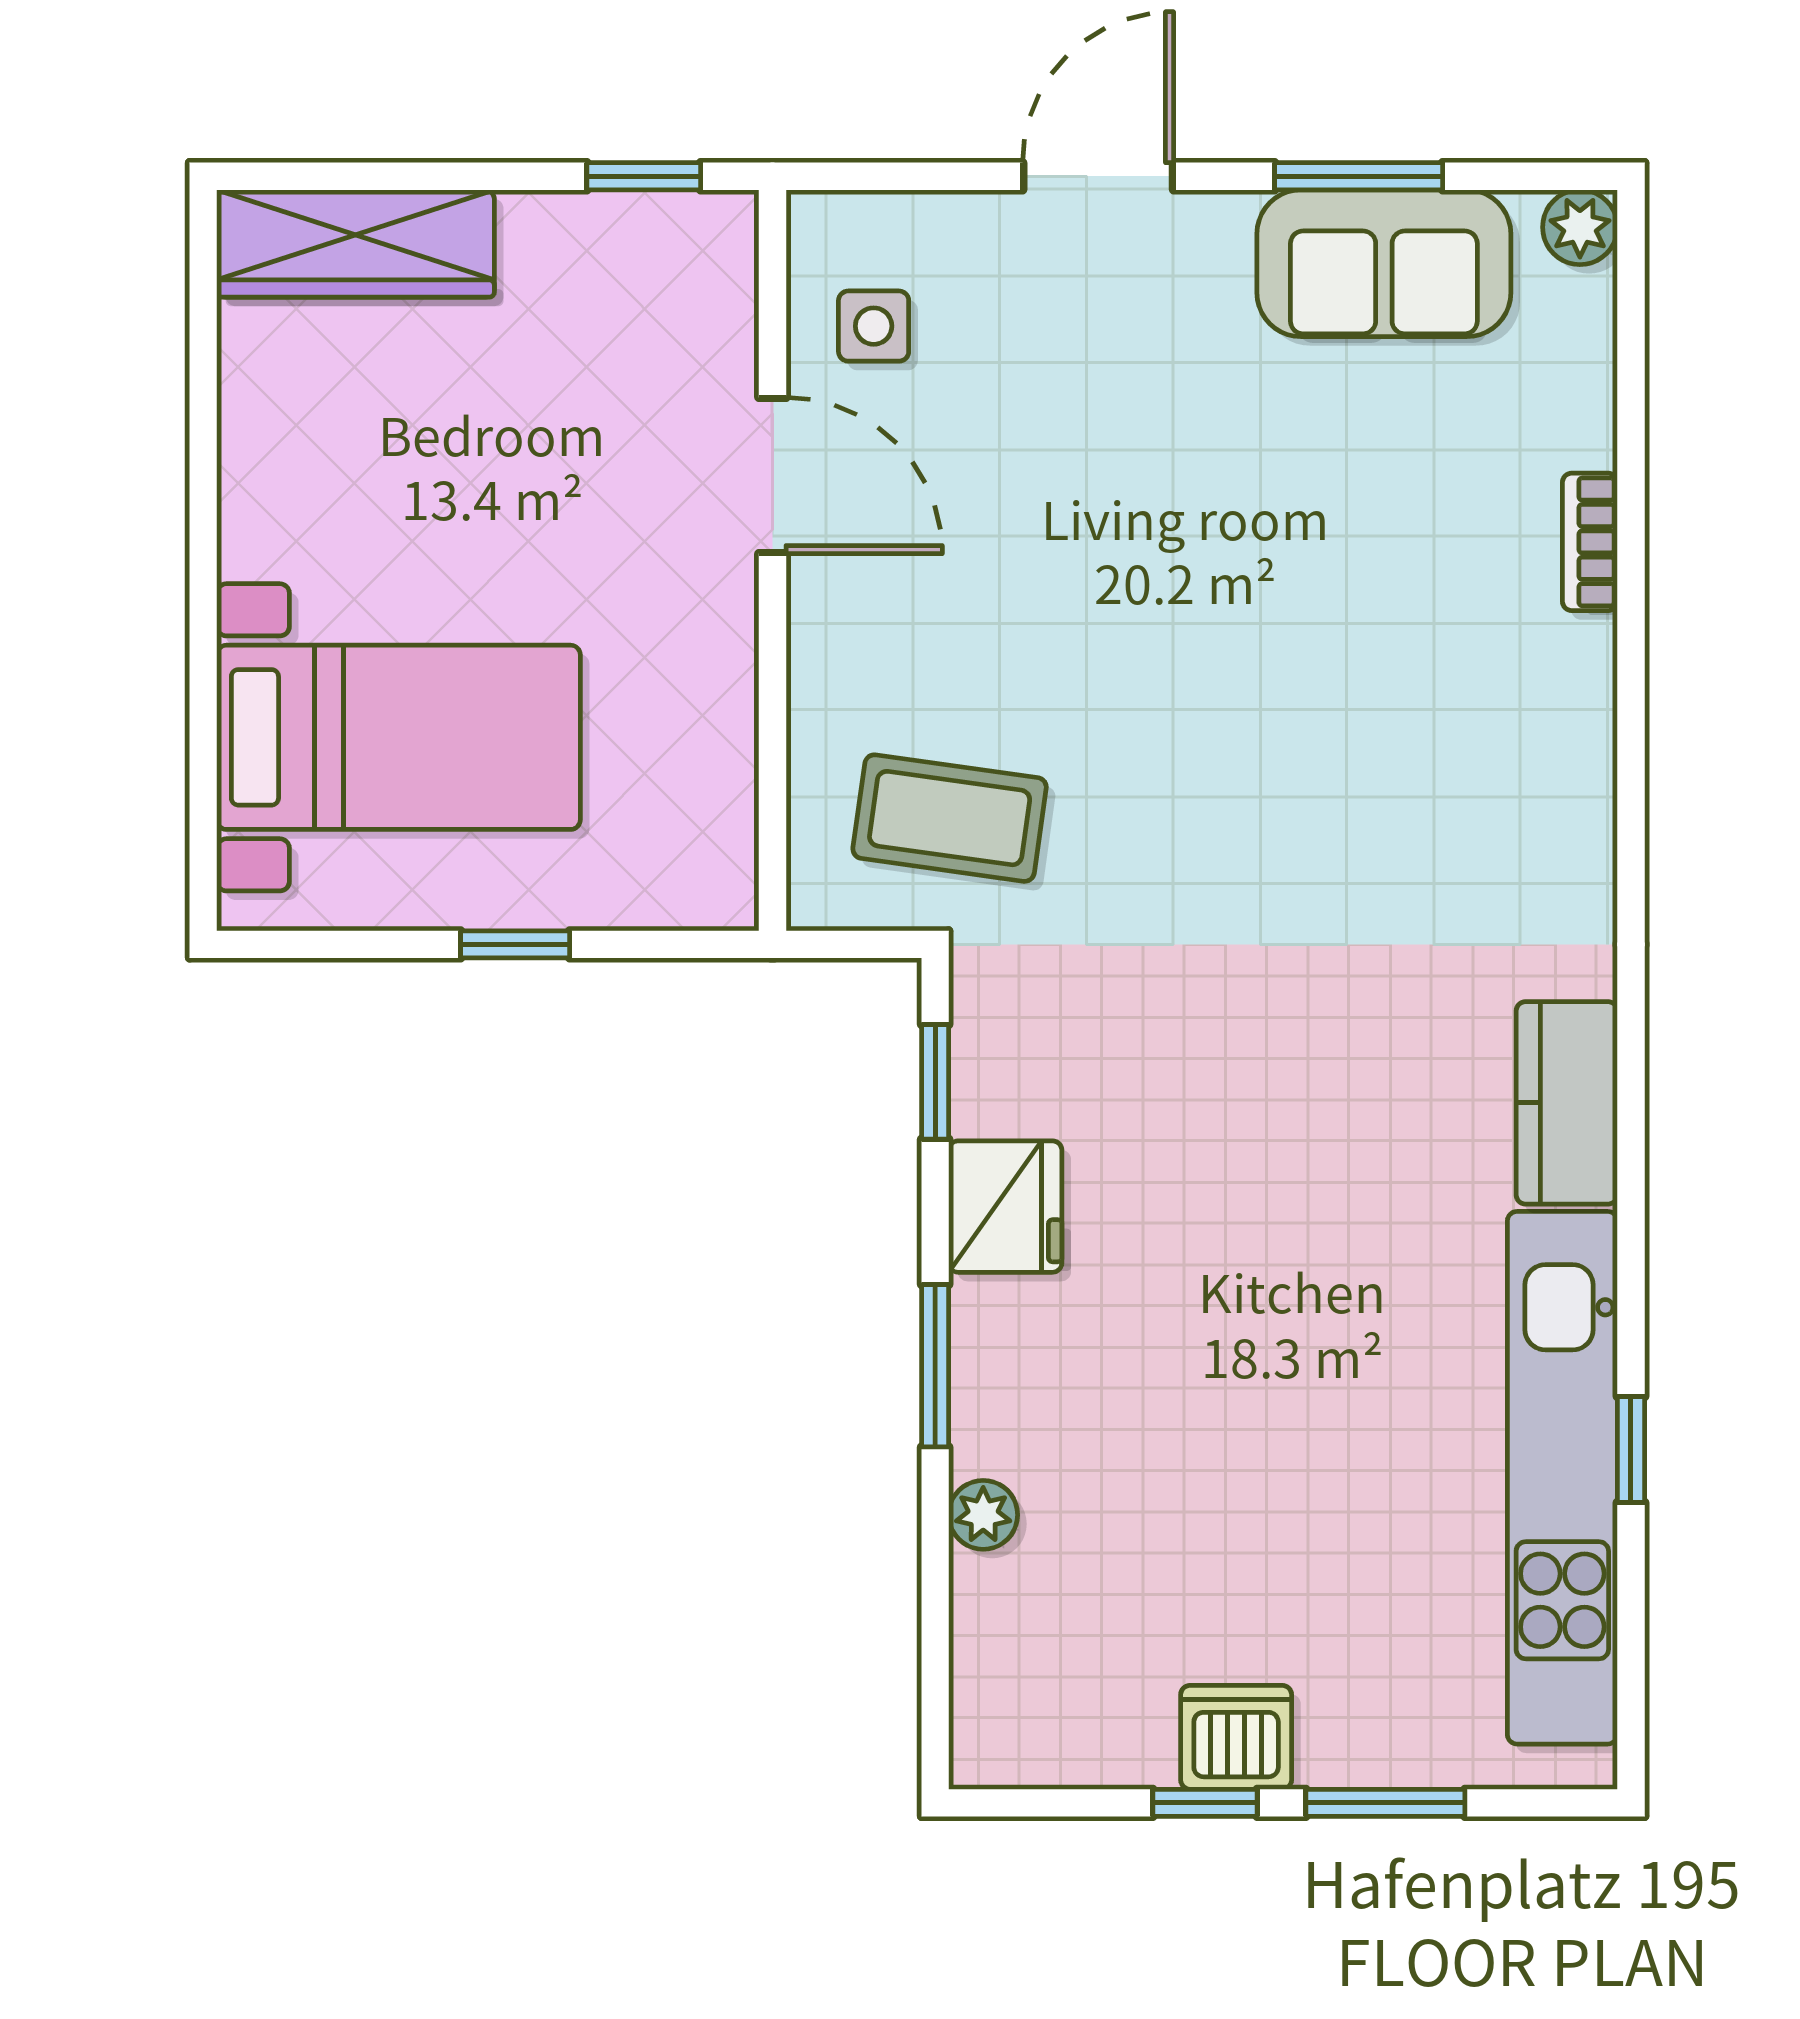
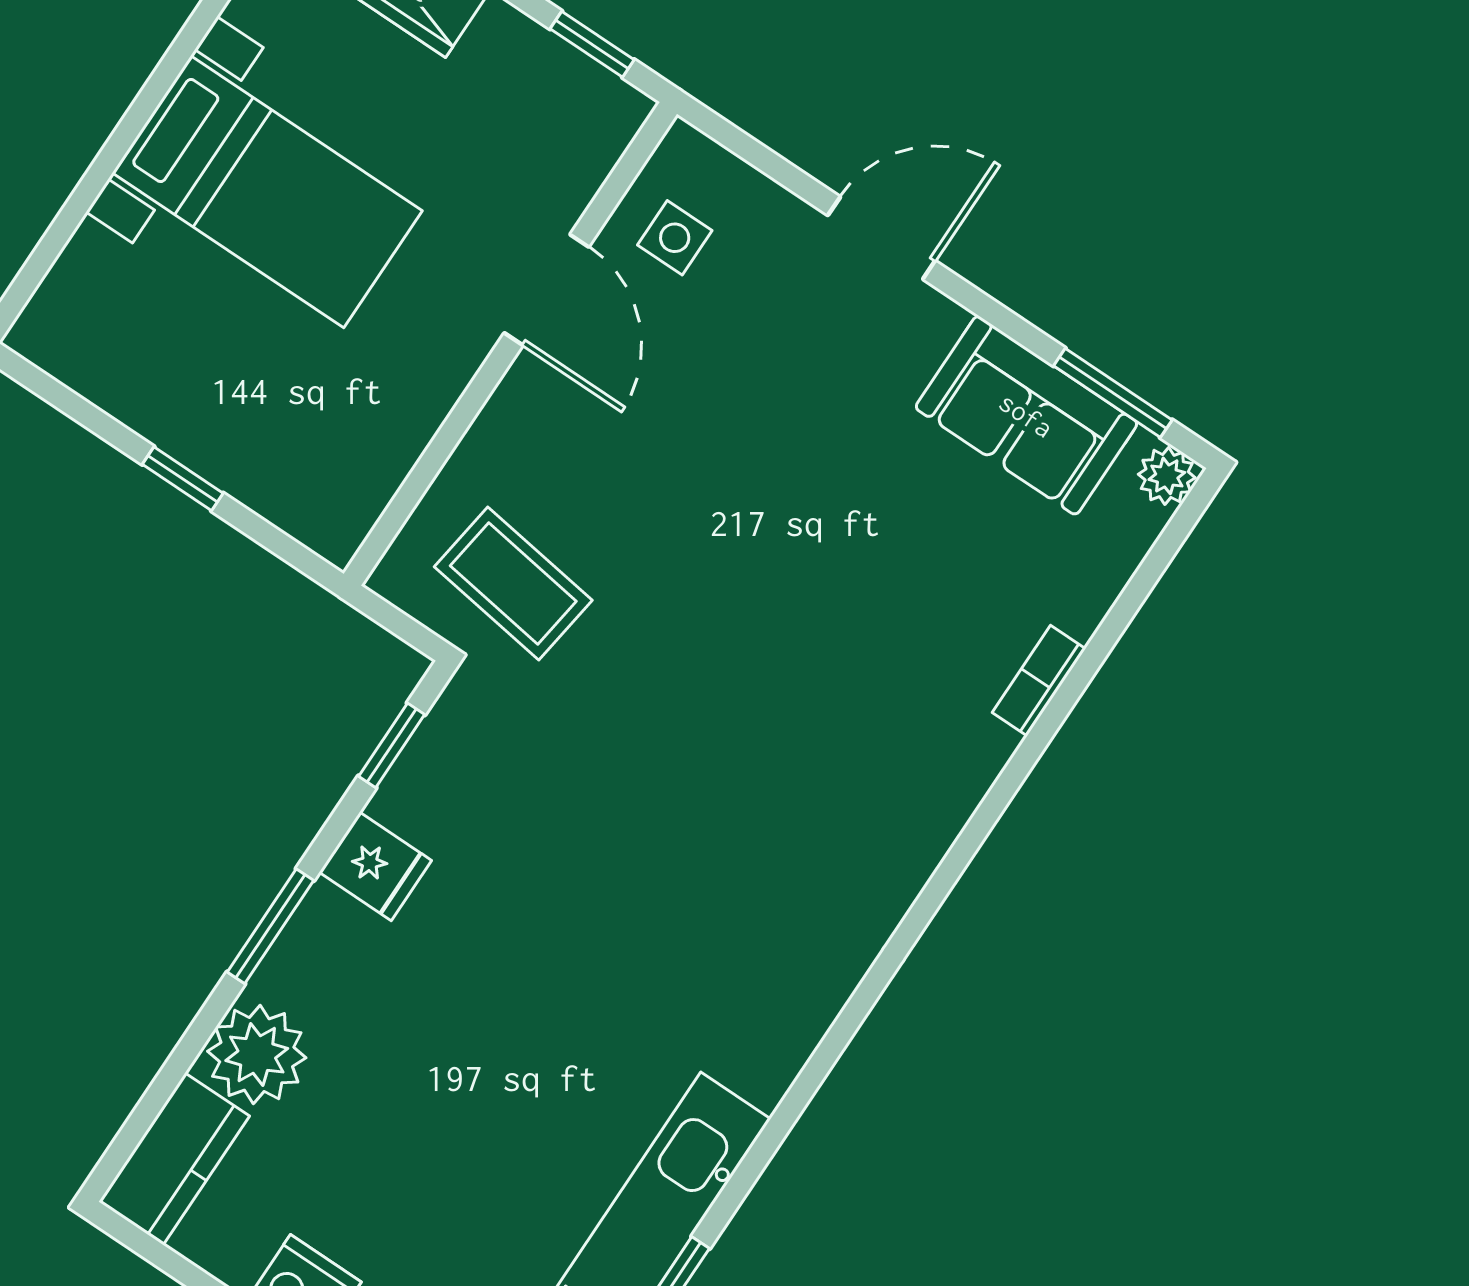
window: (1359, 176) -> (1113, 393), moved
bed with nightstands: (399, 737) -> (267, 192), moved
kitchen counter: (1567, 1103) -> (174, 1159), moved, turned 180
fridge: (1005, 1207) -> (375, 866), width x0.72
plant: (983, 1515) -> (257, 1054), width x1.88, depth x1.88

